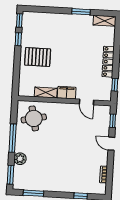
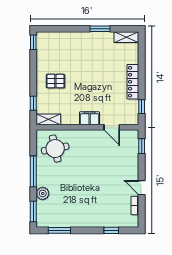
window: (18, 39) -> (33, 103), moved
pallet: (38, 57) -> (55, 81), width x0.67, depth x0.71
shelving: (46, 92) -> (48, 119), moved
door: (111, 144) -> (142, 188), moved

